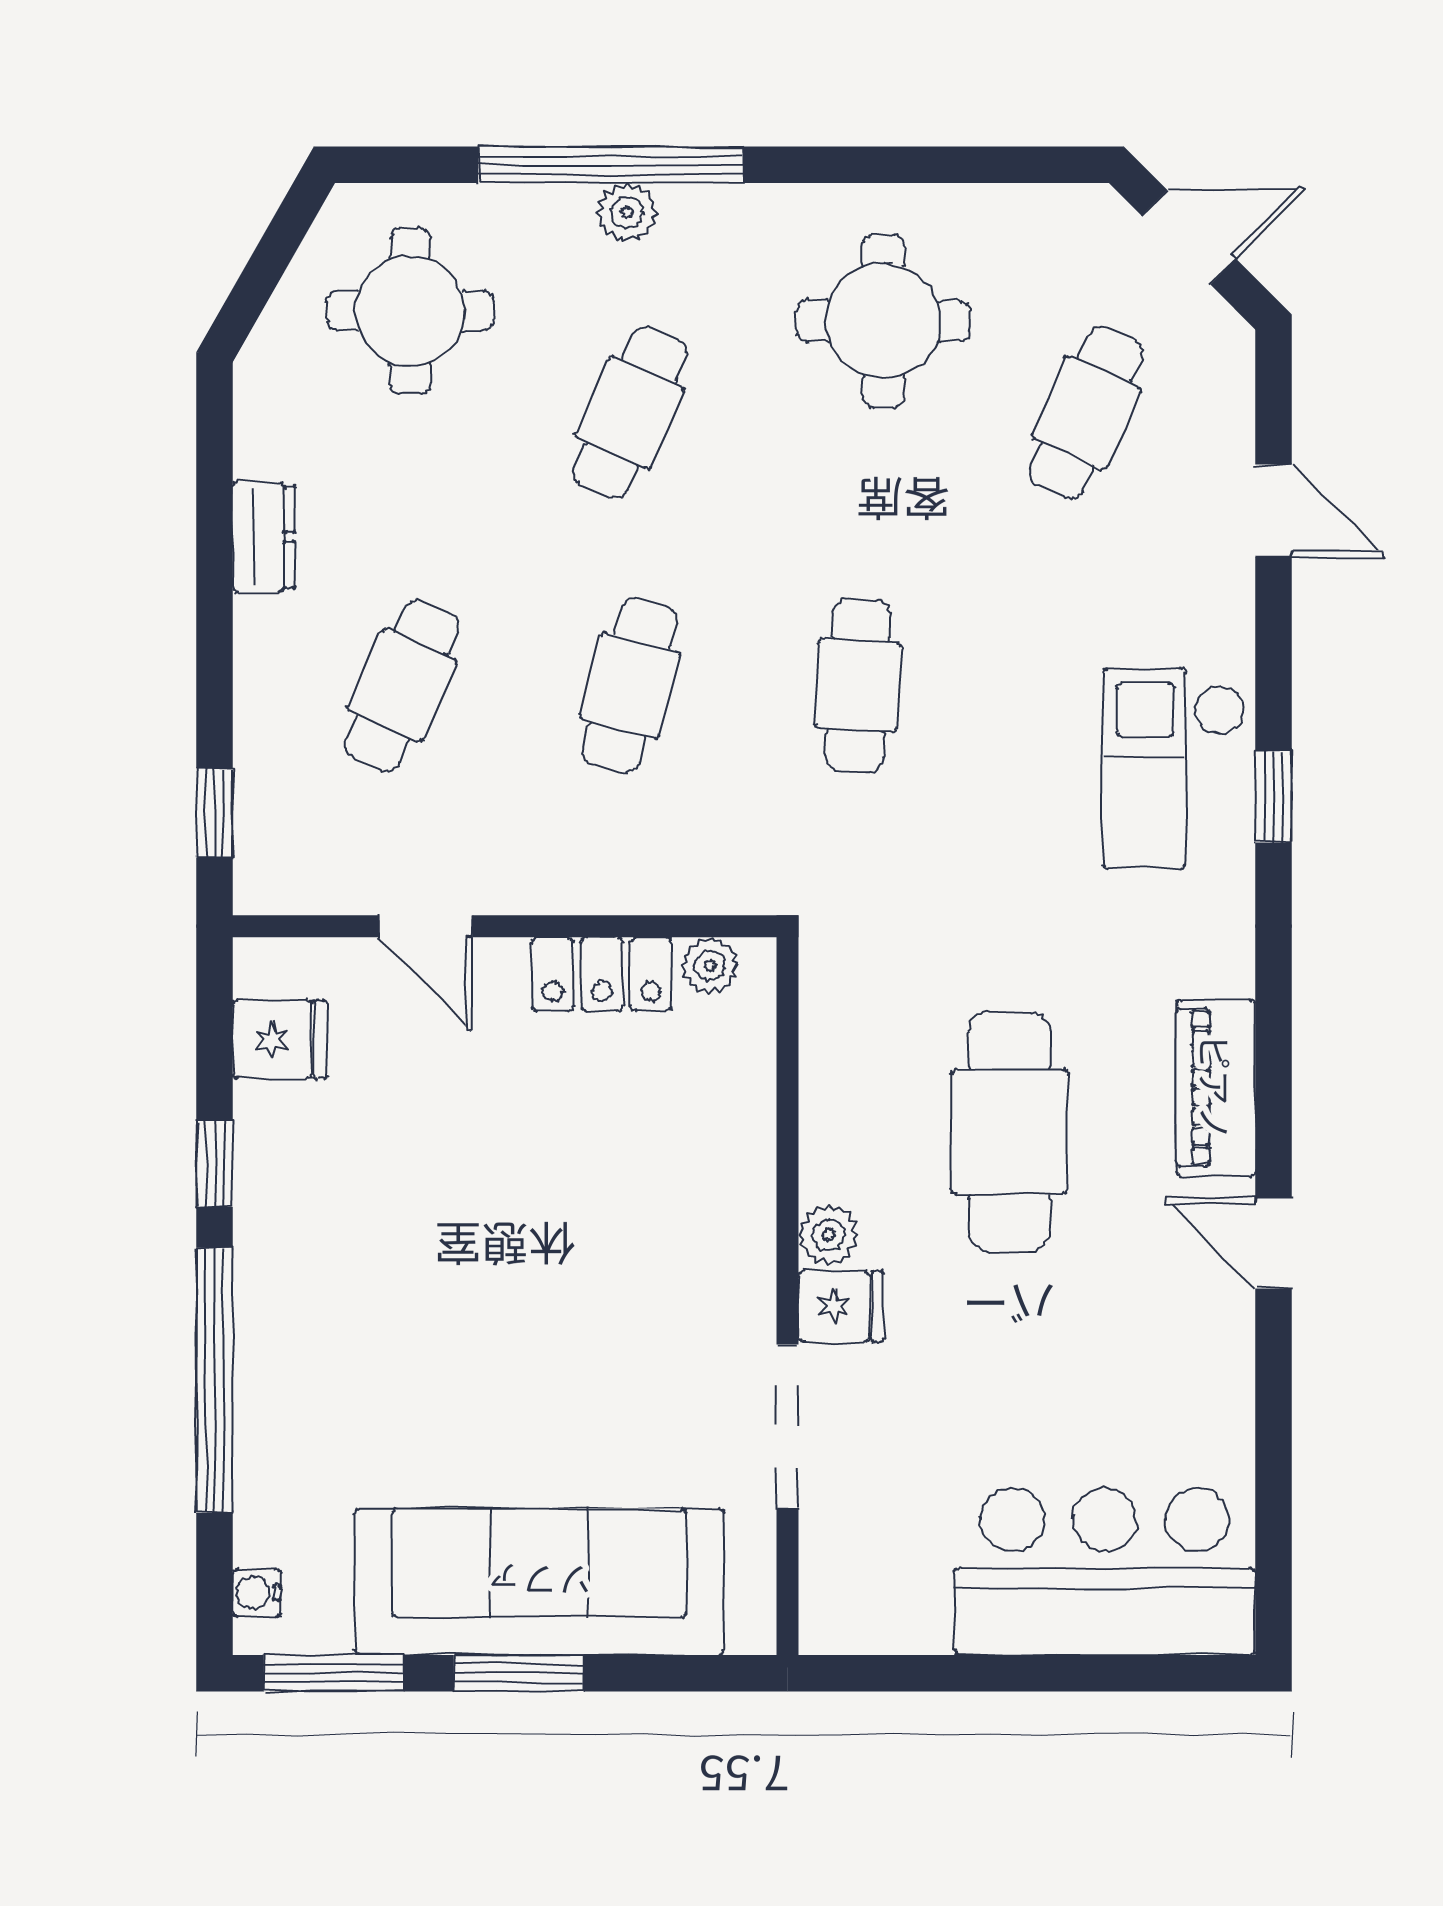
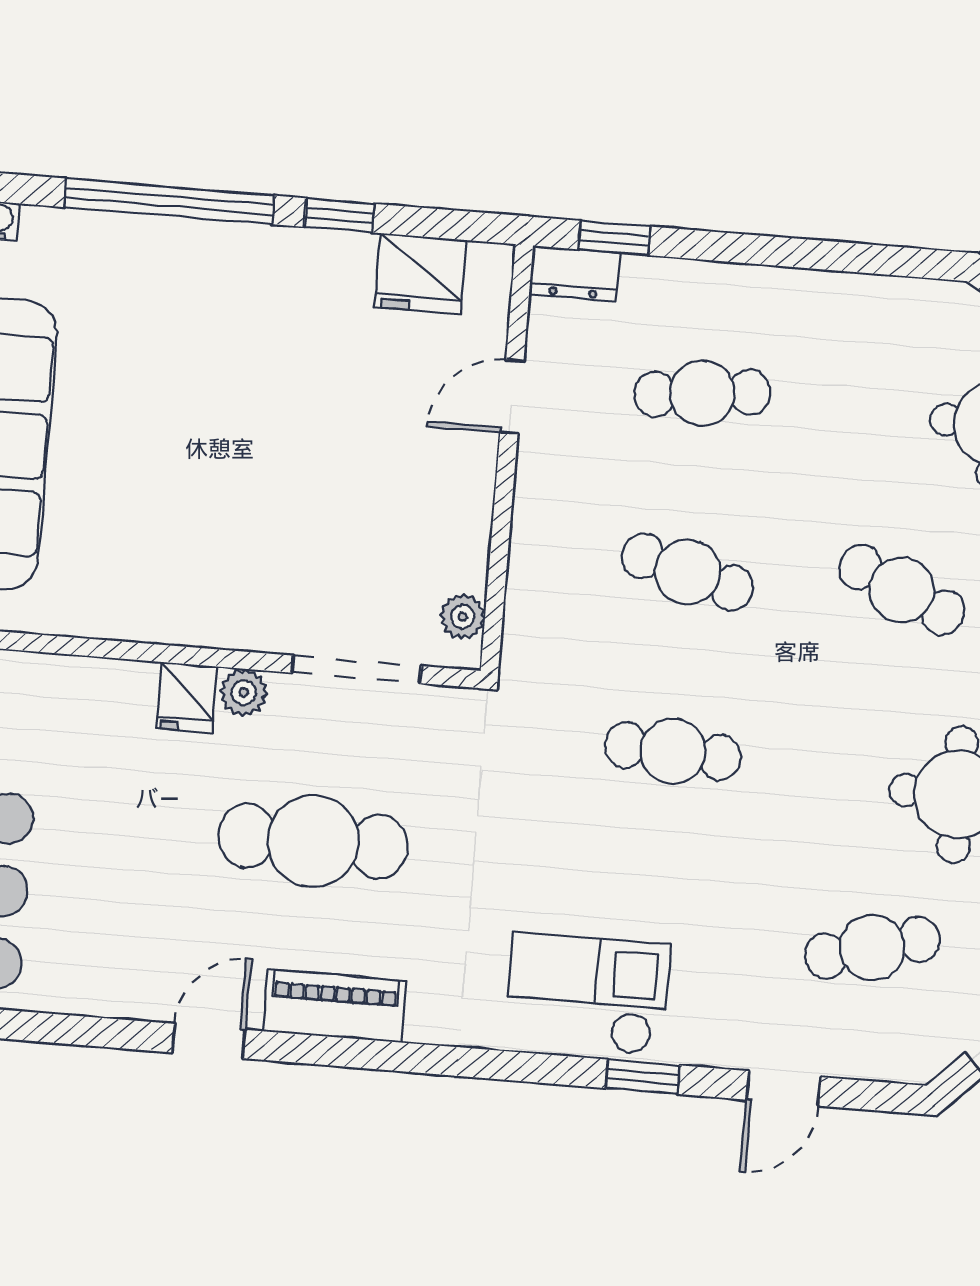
cafe table: (1086, 413) -> (872, 948), turned -39
dresser: (264, 537) -> (574, 274), moved
cafe table: (402, 686) -> (702, 393), turned -30
window: (1273, 797) -> (643, 1077), moved
locker: (602, 974) -> (463, 531), removed
fridge: (280, 1039) -> (421, 274), width x1.38
doorway: (788, 1426) -> (356, 669), moved

